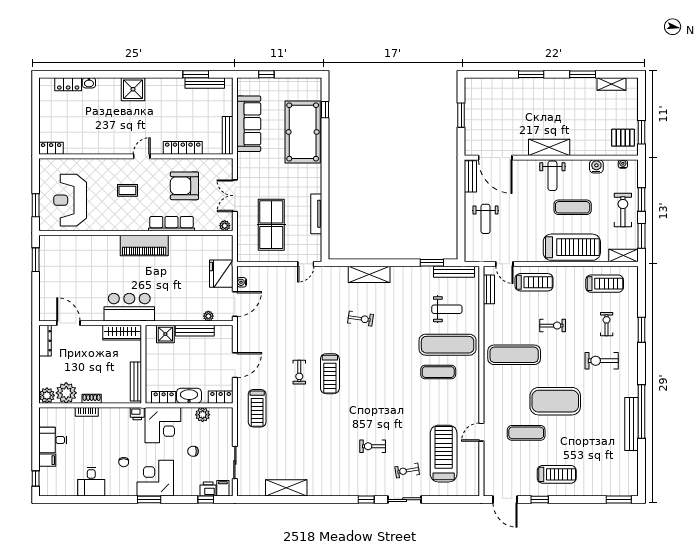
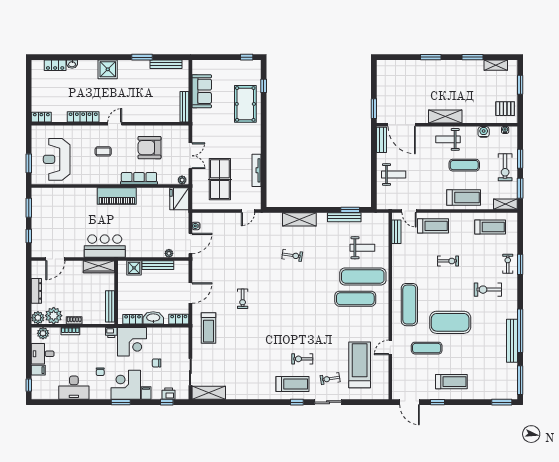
window: (196, 74) -> (142, 57), moved
window: (266, 74) -> (247, 57), moved
window: (461, 115) -> (374, 109), moved
sofa: (249, 124) -> (202, 91), width x0.73
pool table: (303, 132) -> (245, 104), width x0.73, depth x0.76
window: (641, 132) -> (520, 85), moved
locker: (183, 148) -> (83, 117), moved
weight bench: (552, 176) -> (448, 139), turned 90
double door: (235, 196) -> (190, 156), swing flipped
exercise bike: (623, 210) -> (505, 167), turned 180
weight bench: (486, 219) -> (394, 175), turned -90
treadmill: (572, 247) -> (464, 197), width x0.73, depth x0.73
bench: (454, 272) -> (344, 217), moved
fridge: (221, 274) -> (179, 199), moved
window: (36, 295) -> (29, 236), added
door: (68, 323) -> (55, 259), swing flipped
exercise bike: (607, 324) -> (508, 264), moved
dresser: (45, 341) -> (36, 291), moved
exercise mat: (514, 355) -> (409, 305), moved, turned 90
exercise mat: (438, 372) -> (355, 299), width x1.36, depth x1.45
treadmill: (330, 374) -> (292, 384), moved, turned -90
plant: (203, 415) -> (43, 333), moved
window: (641, 472) -> (520, 380), added
desk: (91, 482) -> (74, 388), width x1.37
filing cabinet: (223, 488) -> (146, 393), moved
shelving: (286, 488) -> (209, 393), moved

